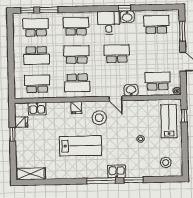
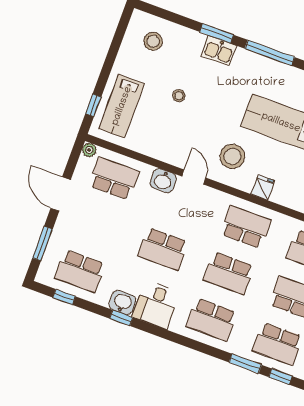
window: (159, 7) -> (64, 297), added
school desk: (158, 81) -> (114, 178), turned 180
kitchen sink: (117, 171) -> (219, 51), moved

